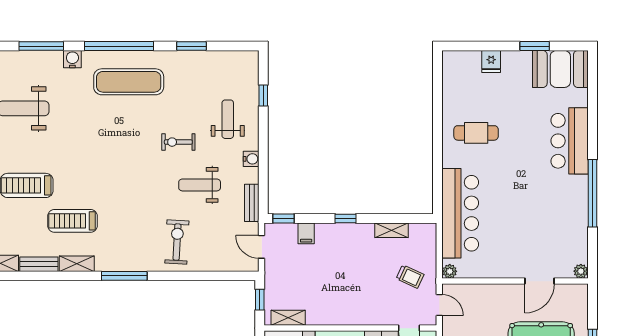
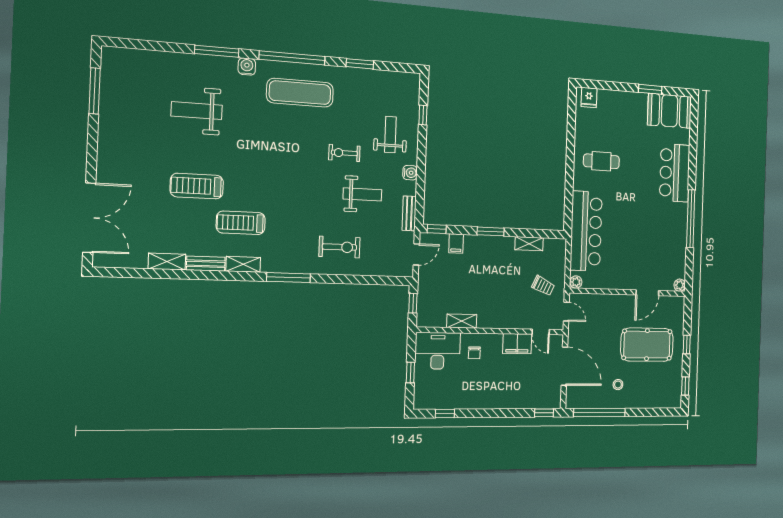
fridge: (491, 61) -> (589, 97), moved
weight bench: (200, 185) -> (362, 194), turned 180
window: (346, 218) -> (491, 231), width x1.50
exercise bike: (177, 242) -> (339, 247), turned 87
door: (262, 247) -> (416, 254), swing flipped
shelving: (288, 318) -> (462, 321), moved

